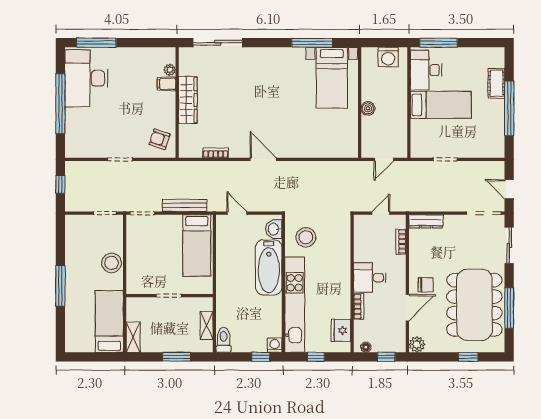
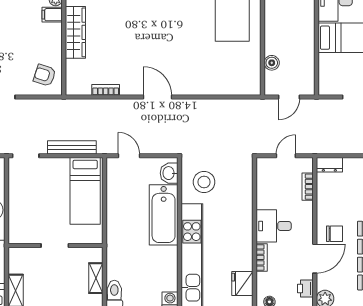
boiler: (368, 108) -> (272, 63), moved
dresser: (426, 221) -> (329, 165), width x0.70
printer: (399, 335) -> (305, 288), added

